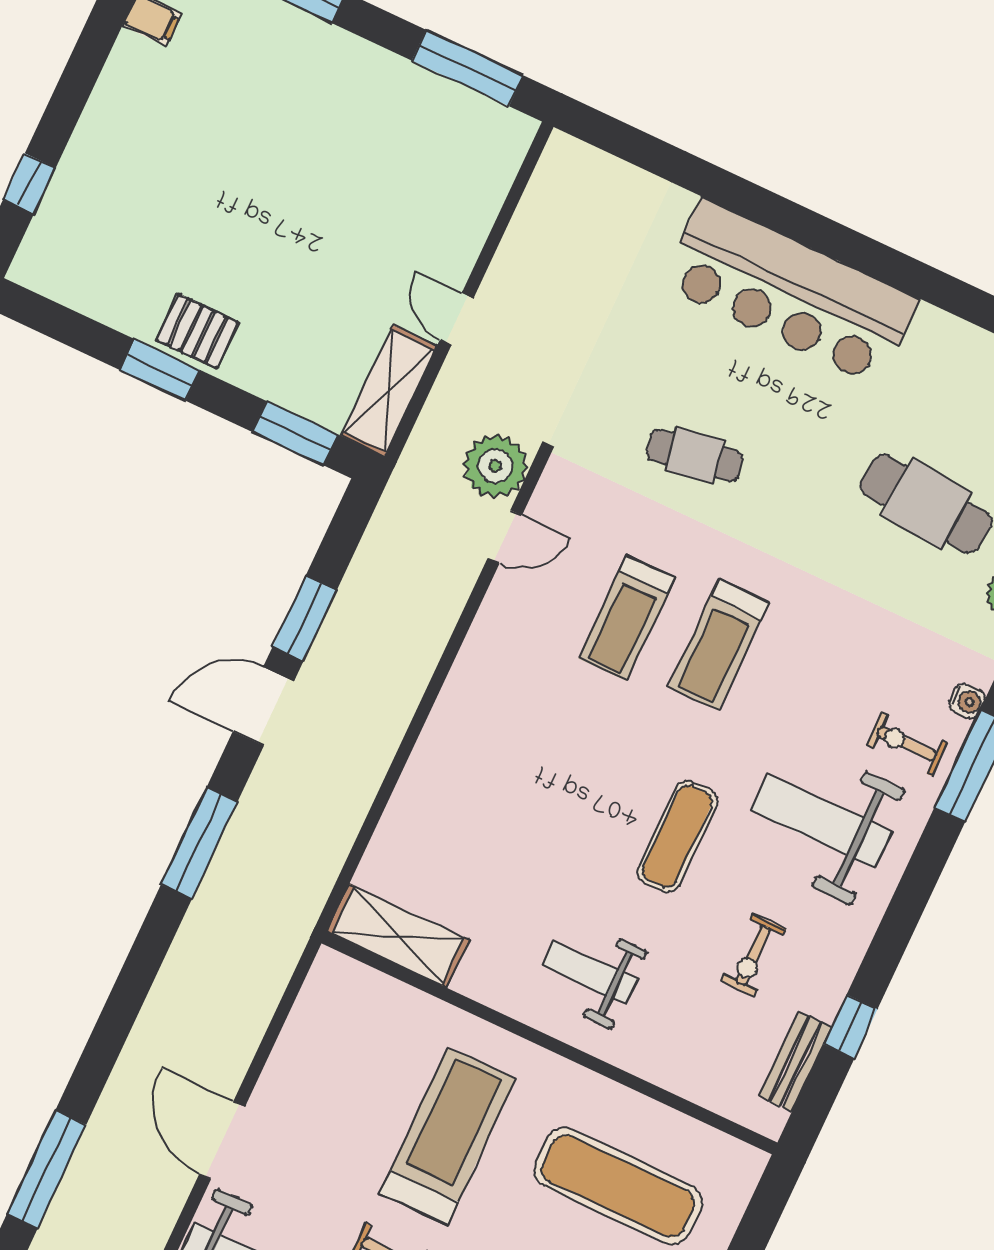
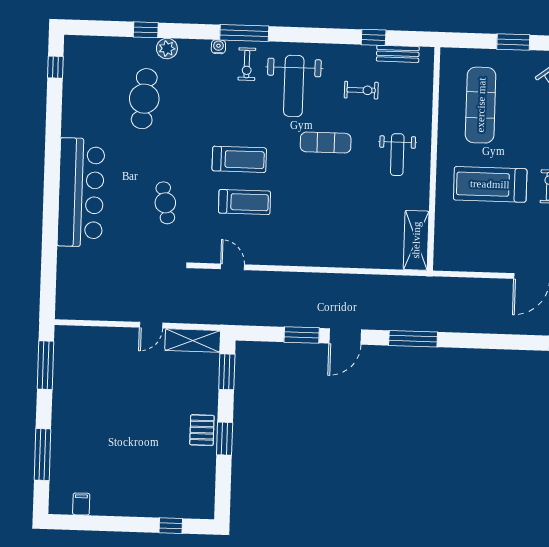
plant: (495, 466) -> (205, 283), removed
door: (263, 706) -> (345, 336), hinge flipped

